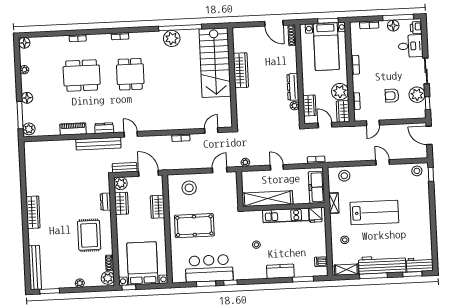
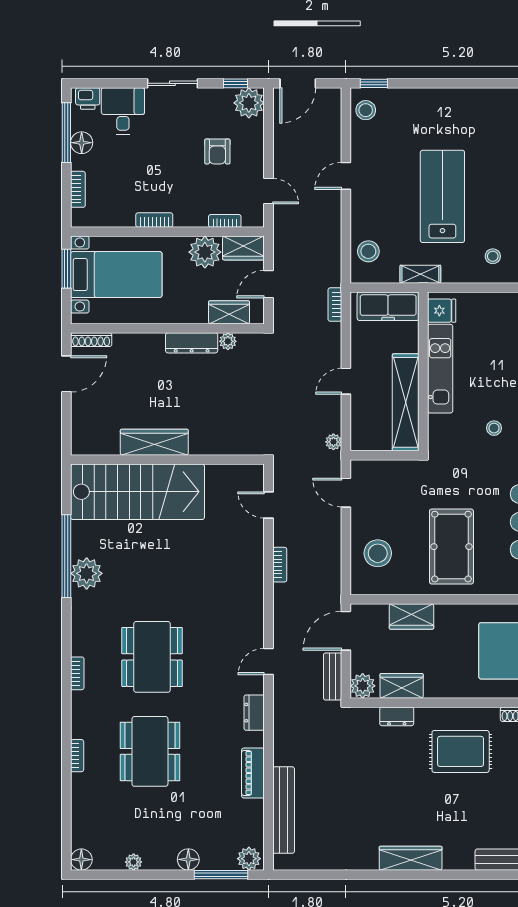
dining table: (130, 74) -> (152, 657), width x1.37
plant: (417, 95) -> (249, 103), moved
bench: (98, 144) -> (284, 810), moved

